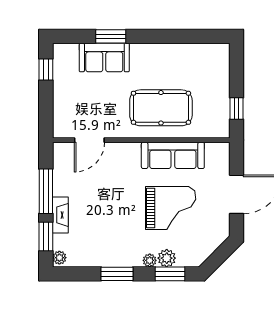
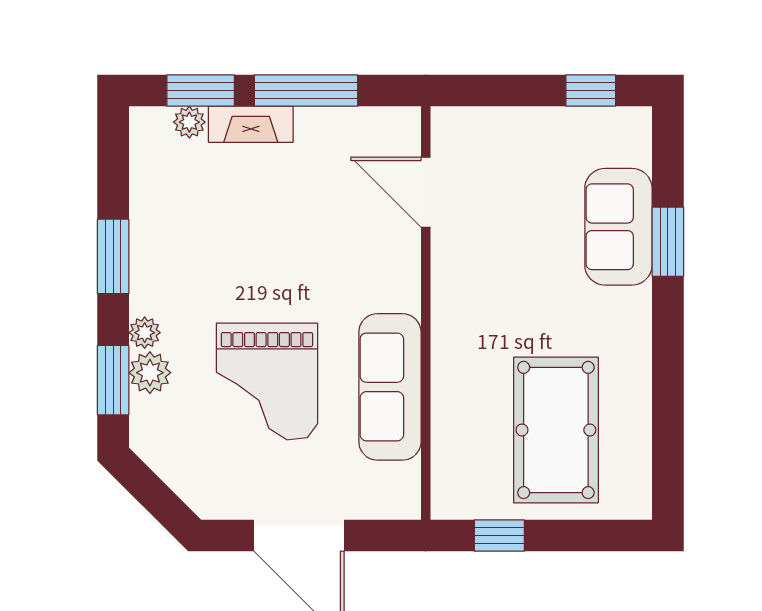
pool table: (161, 108) -> (556, 430), moved
plant: (59, 258) -> (189, 122), moved

